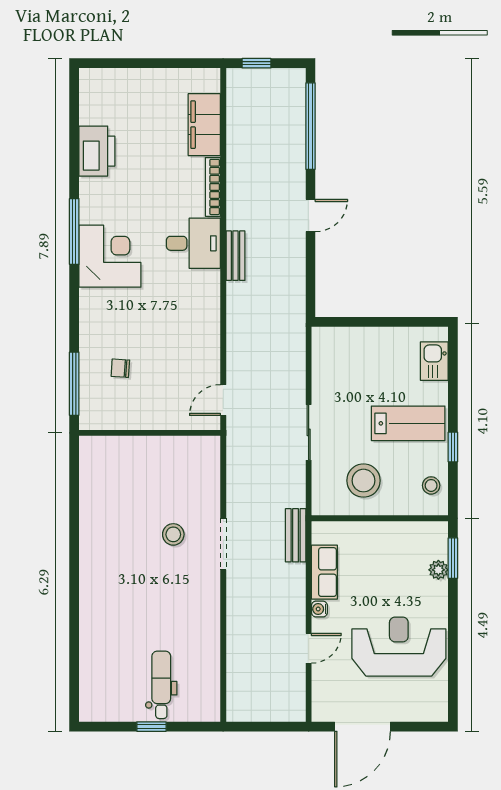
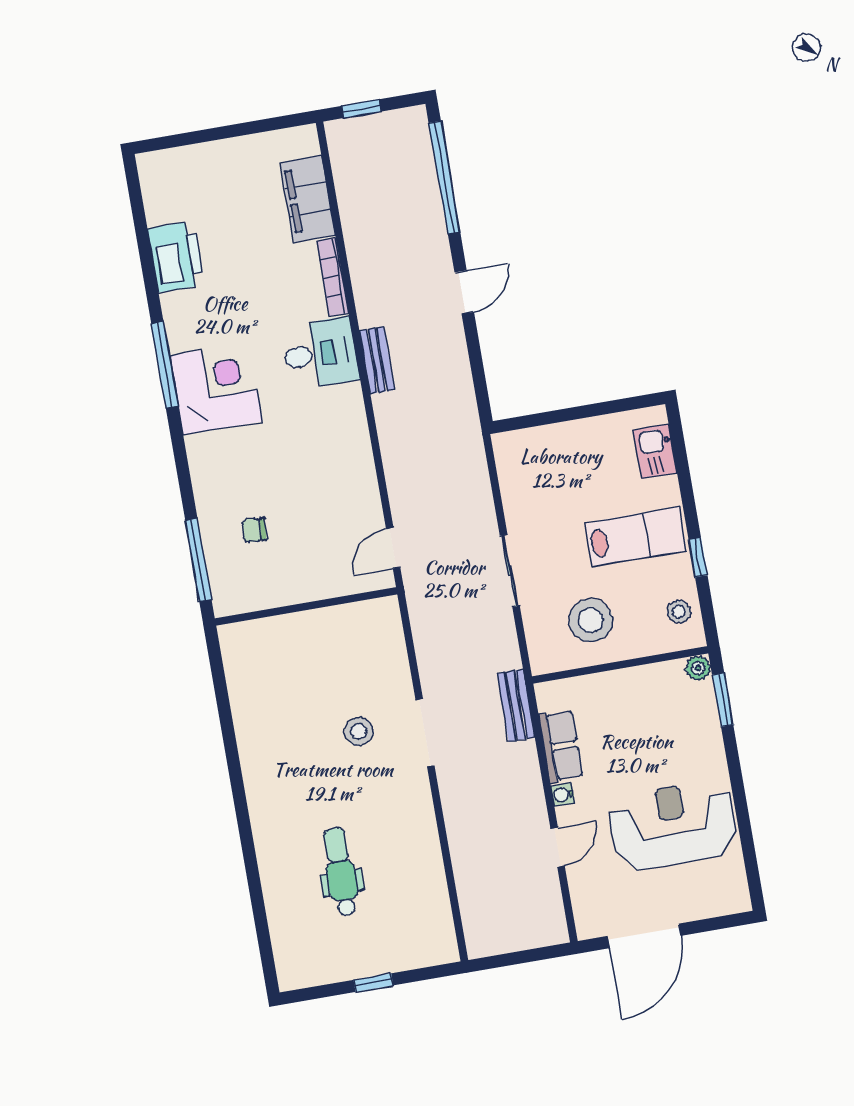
plant: (438, 570) -> (698, 668), moved
dental chair: (161, 685) -> (341, 872), moved

